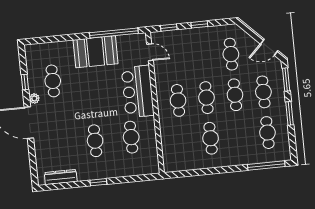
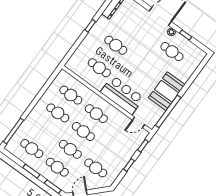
cafe table: (182, 141) -> (71, 95), added

